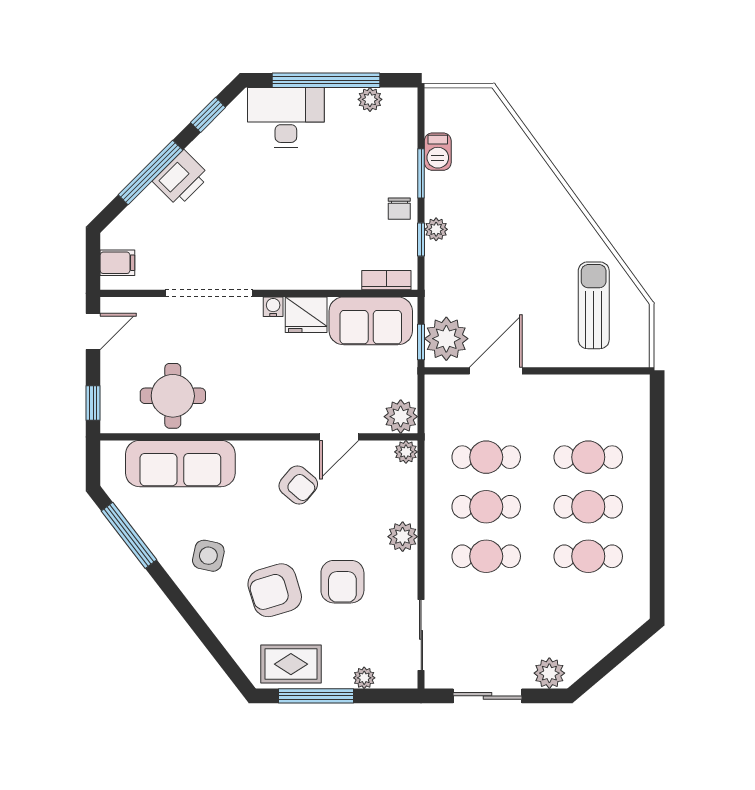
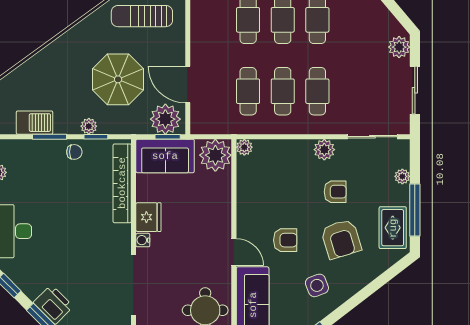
barbecue: (438, 152) -> (34, 123), width x1.38, depth x1.27
parasol: (503, 271) -> (118, 79), added
bookcase: (386, 280) -> (122, 183), width x2.31, depth x1.31
sofa: (371, 321) -> (165, 156), moved, turned 90
plant: (401, 417) -> (215, 155), width x1.36, depth x1.36
door: (339, 437) -> (234, 252), moved
armchair: (298, 485) -> (285, 240), moved, turned 50
plant: (403, 537) -> (324, 150), moved
side table: (208, 556) -> (317, 285), turned -33
armchair: (342, 582) -> (335, 192), width x0.72, depth x0.72

